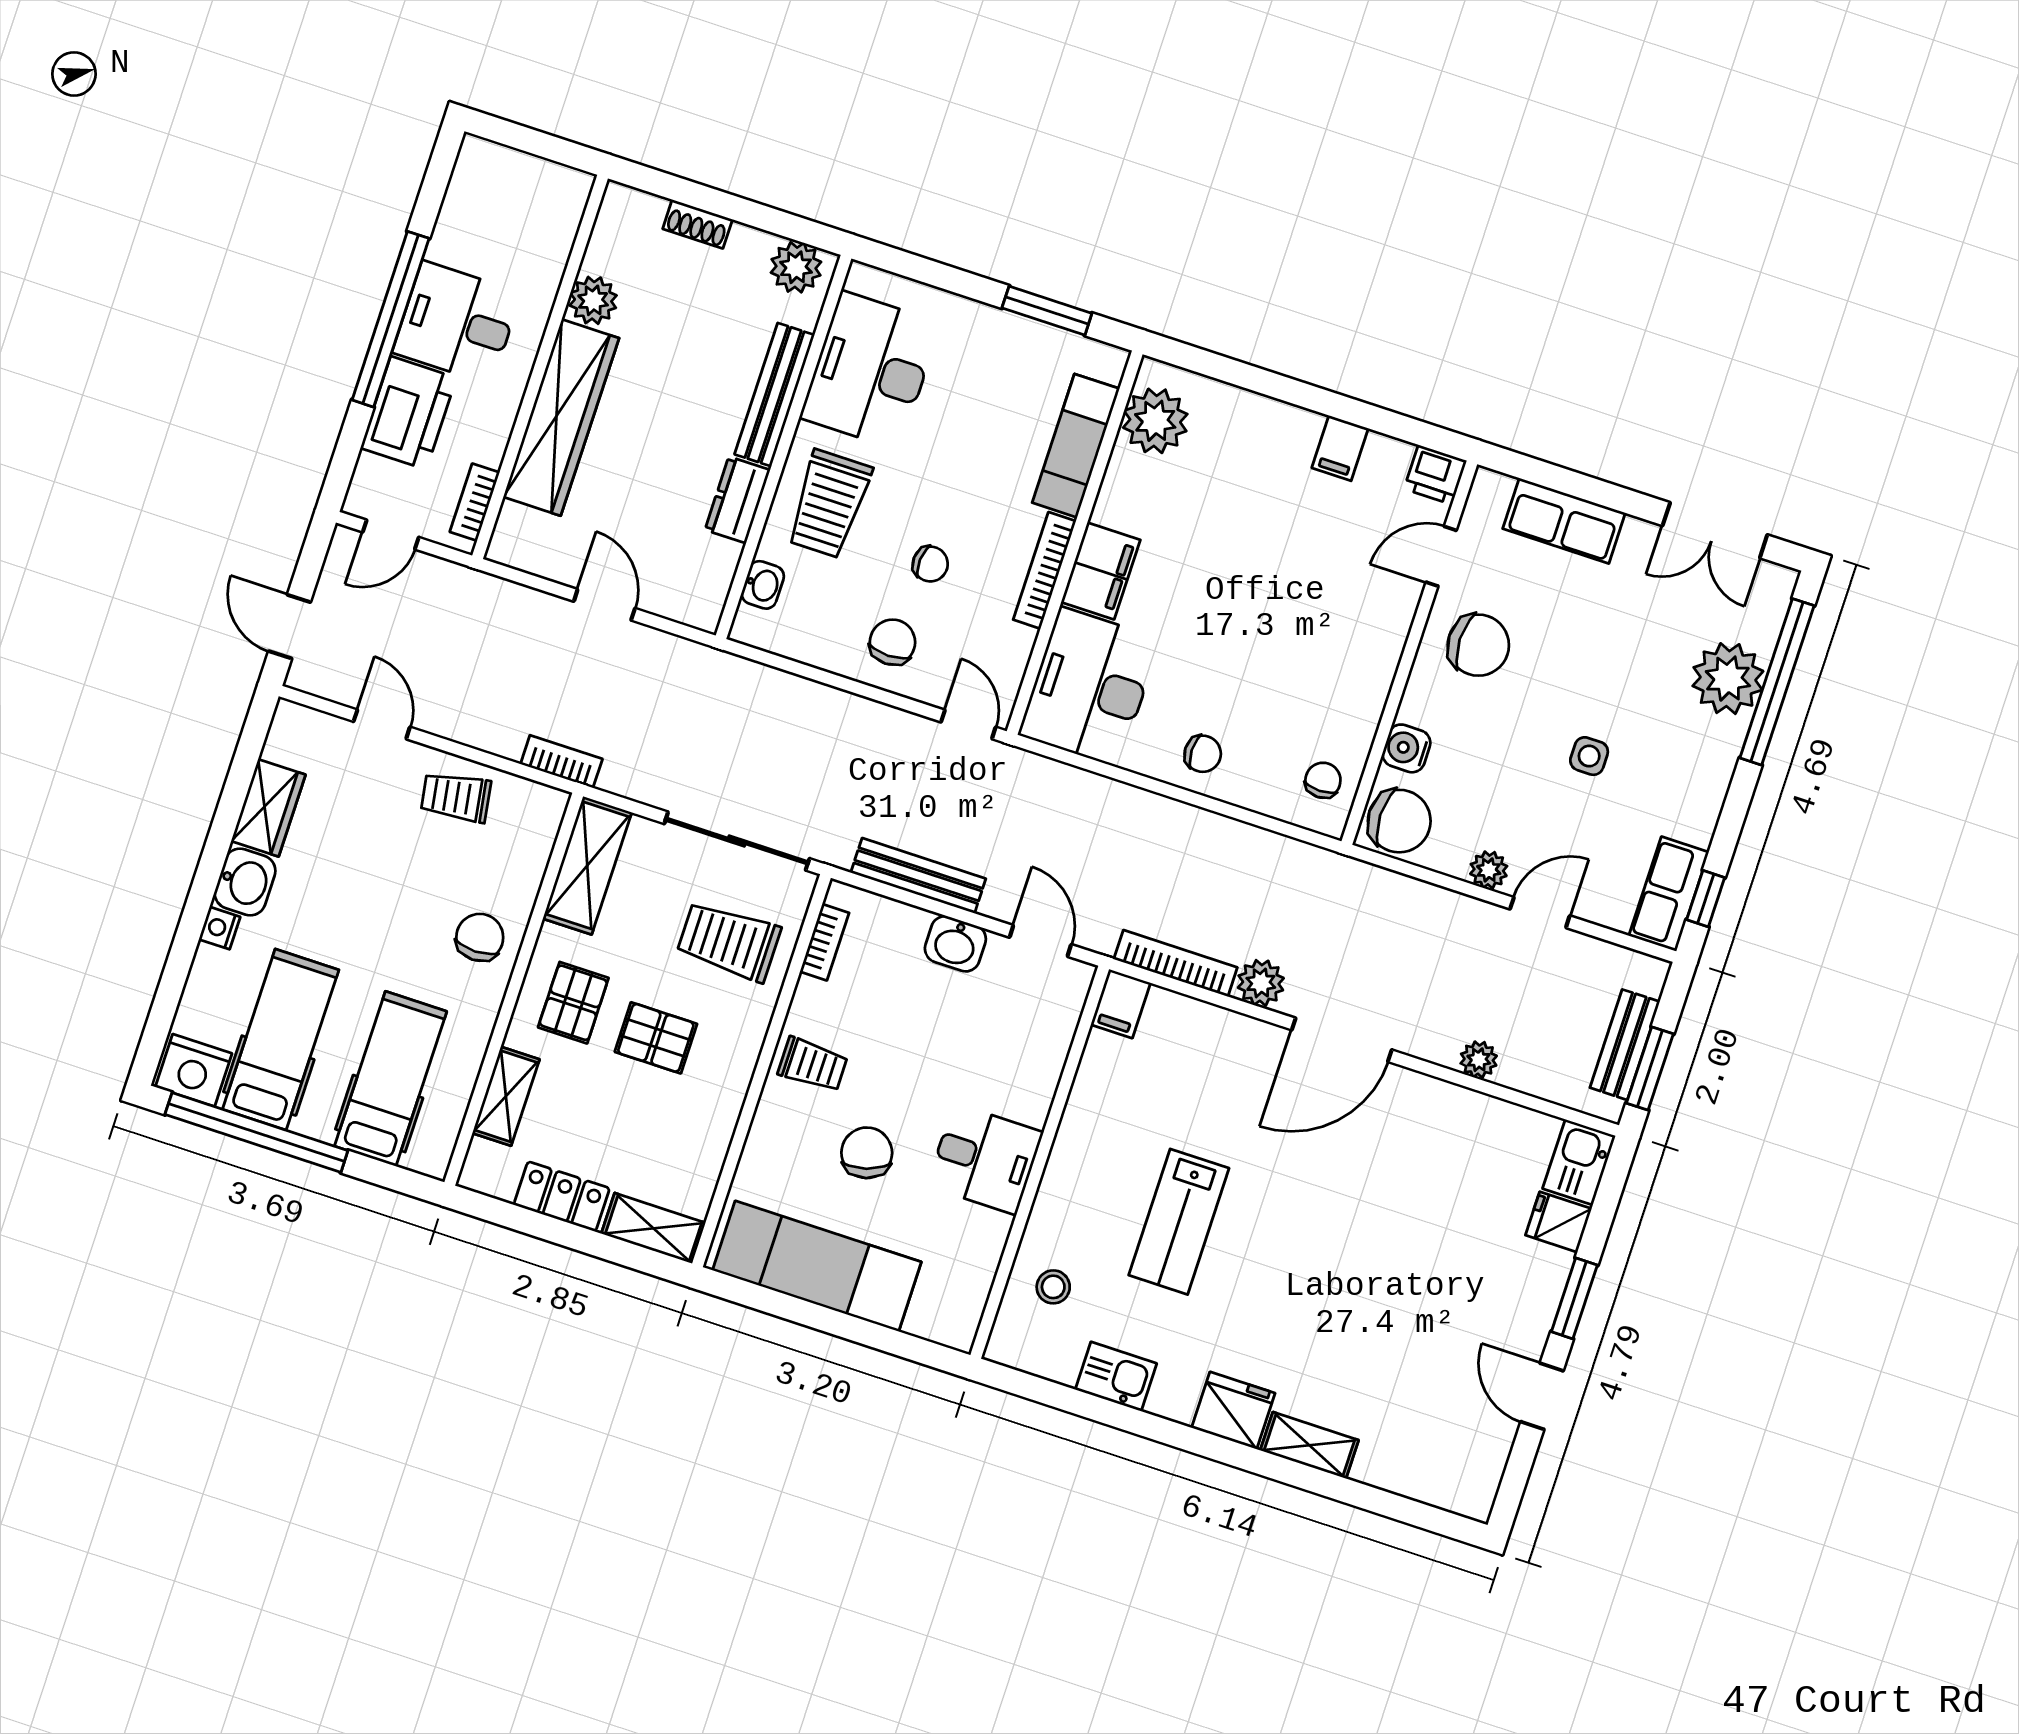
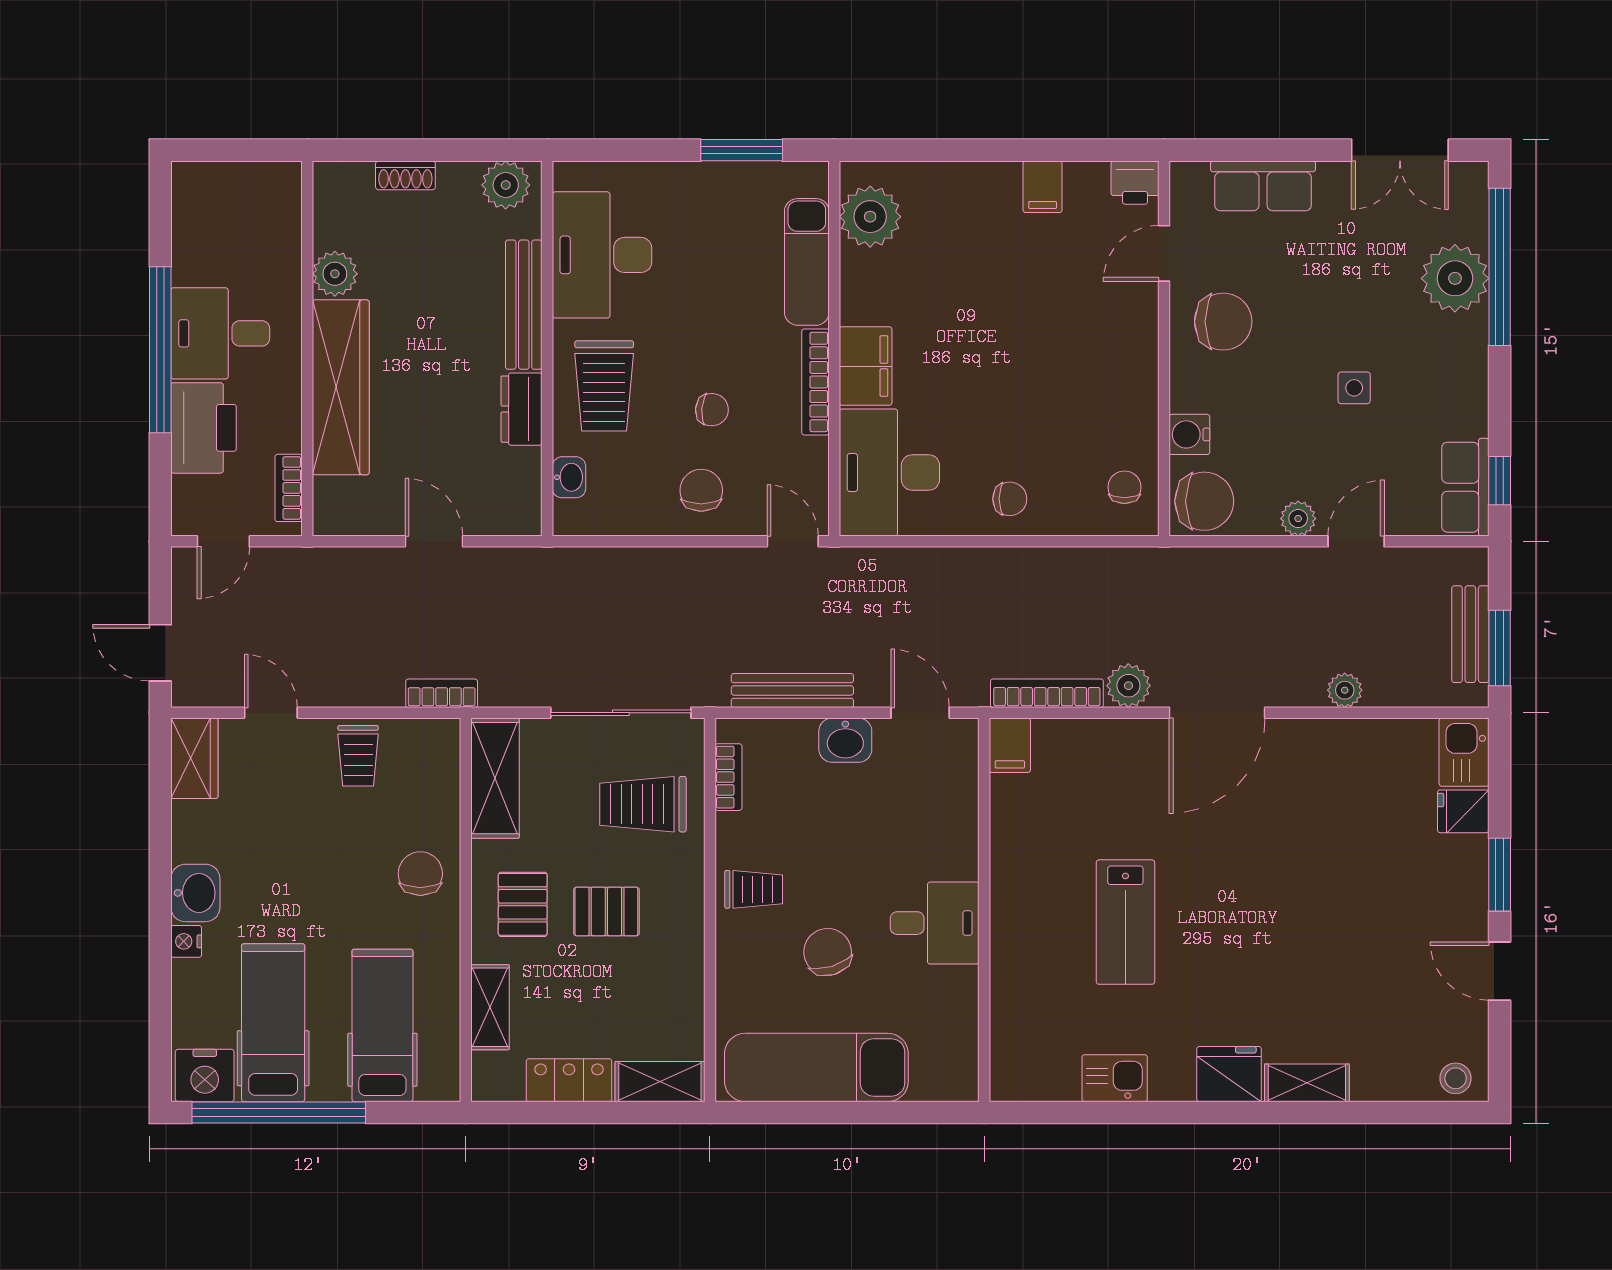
trolley: (456, 797) -> (358, 756), turned -81
wardrobe: (268, 808) -> (194, 758), moved
stool: (1053, 1287) -> (1456, 1078), moved

